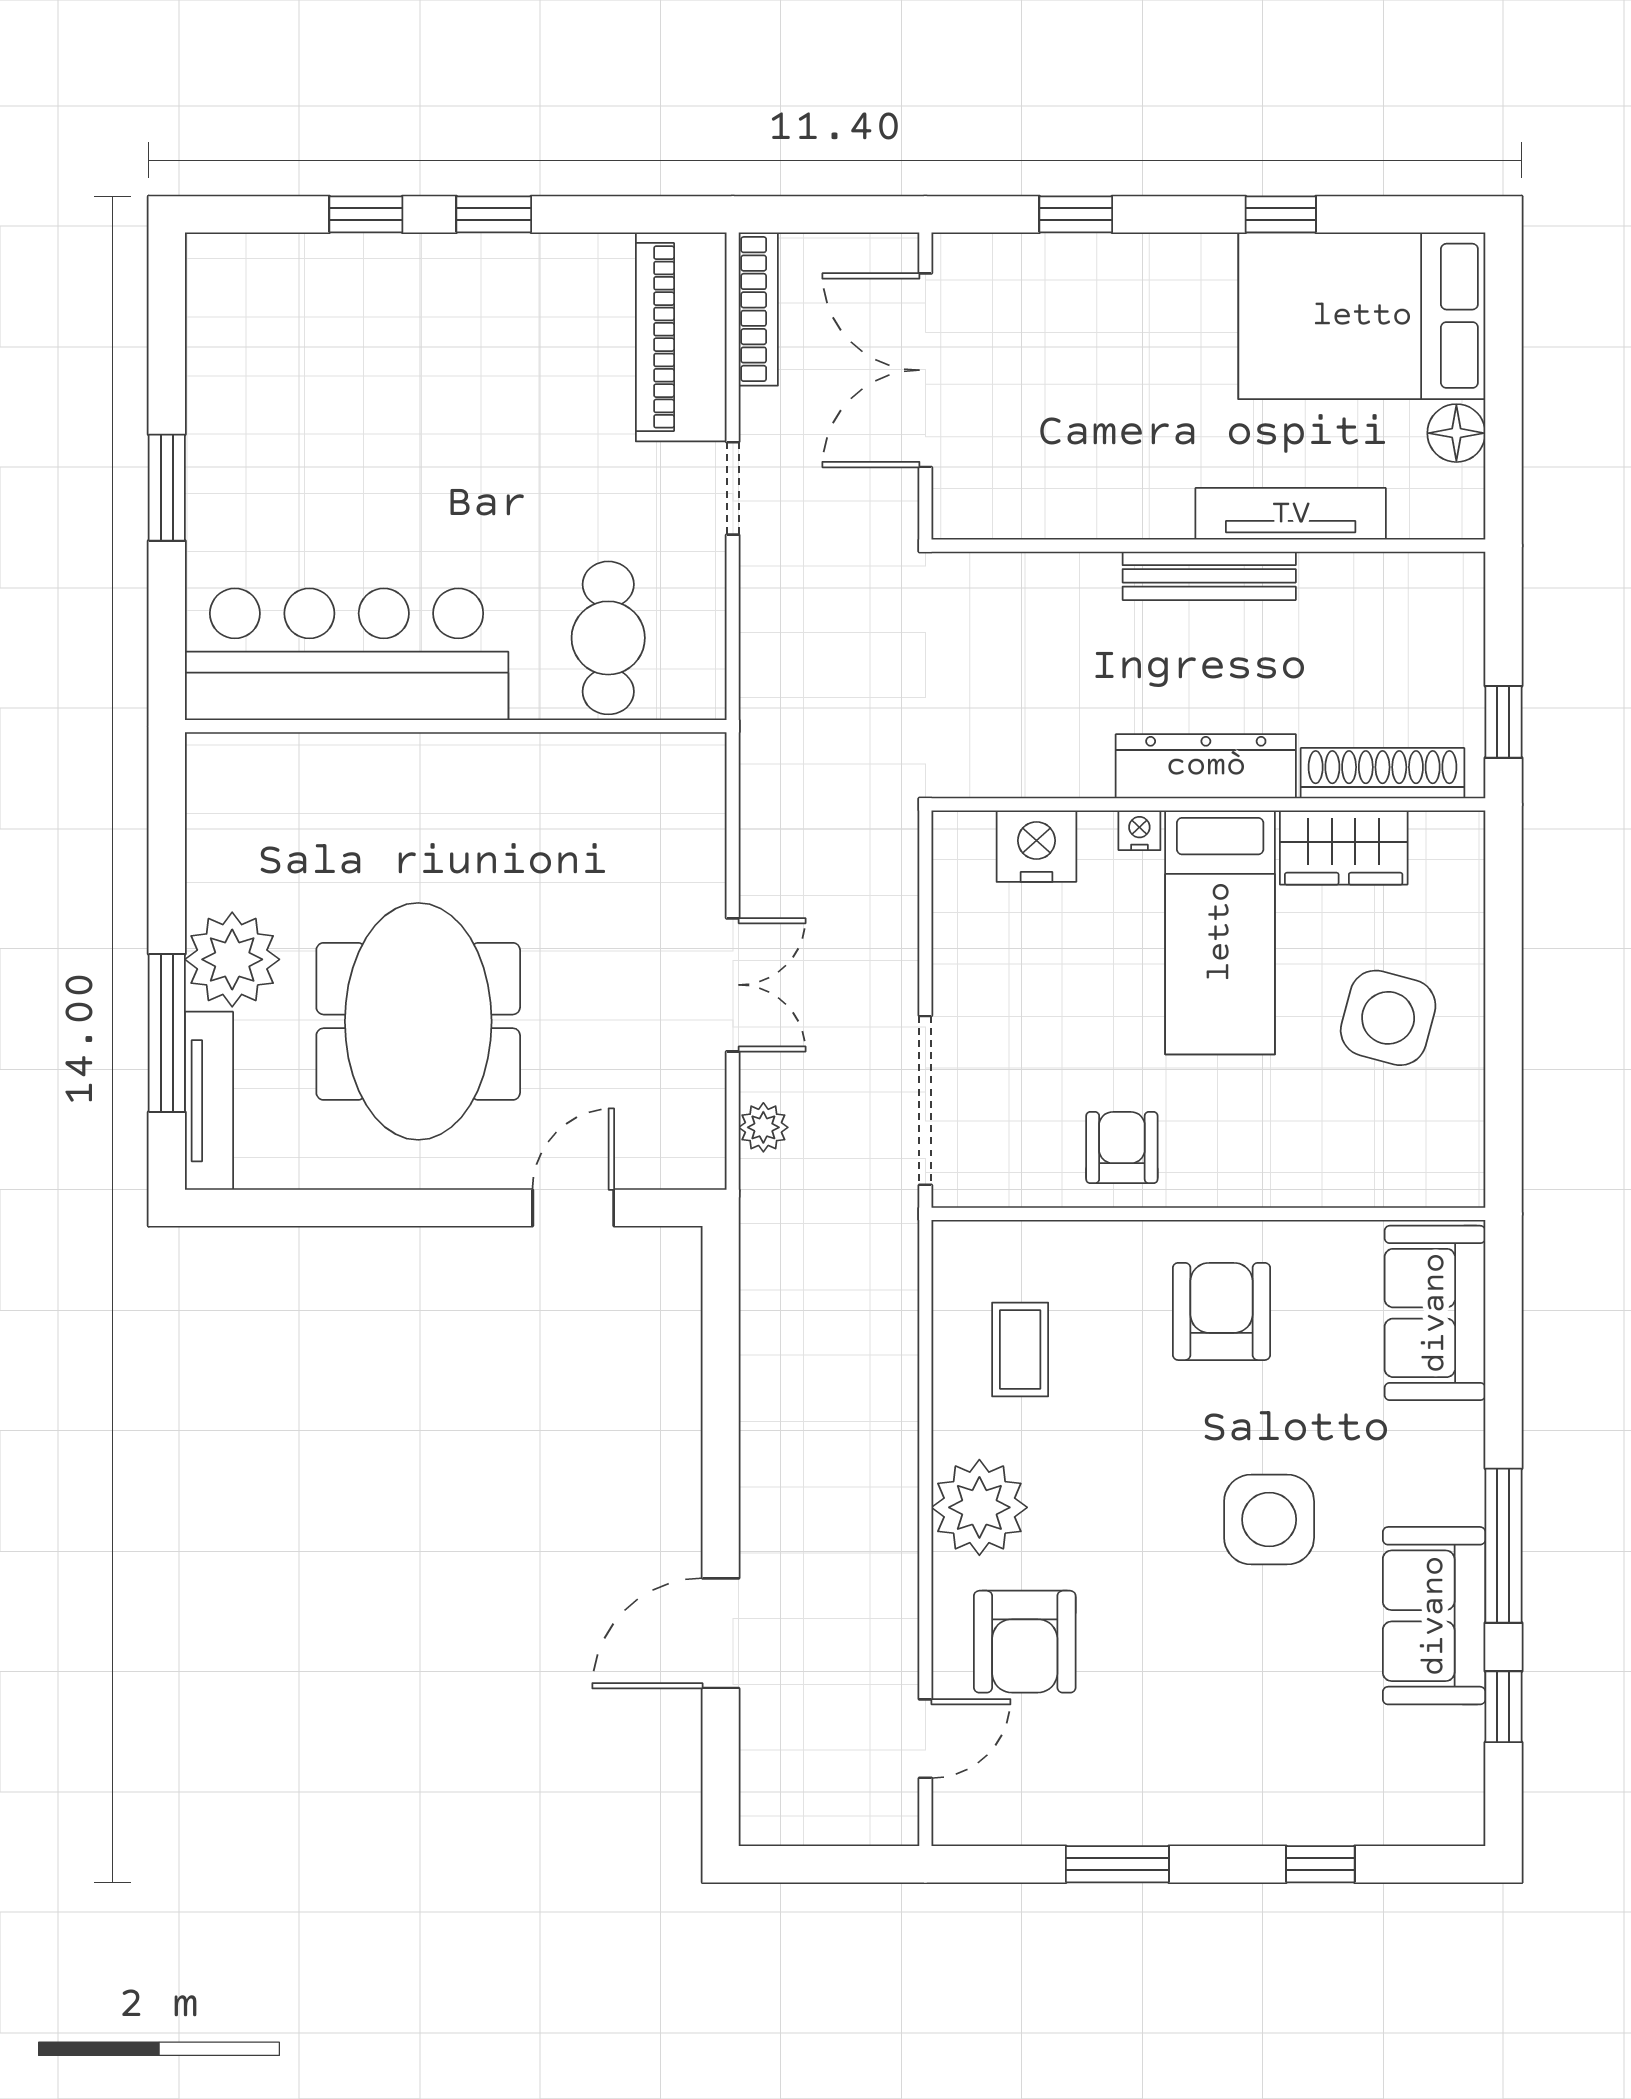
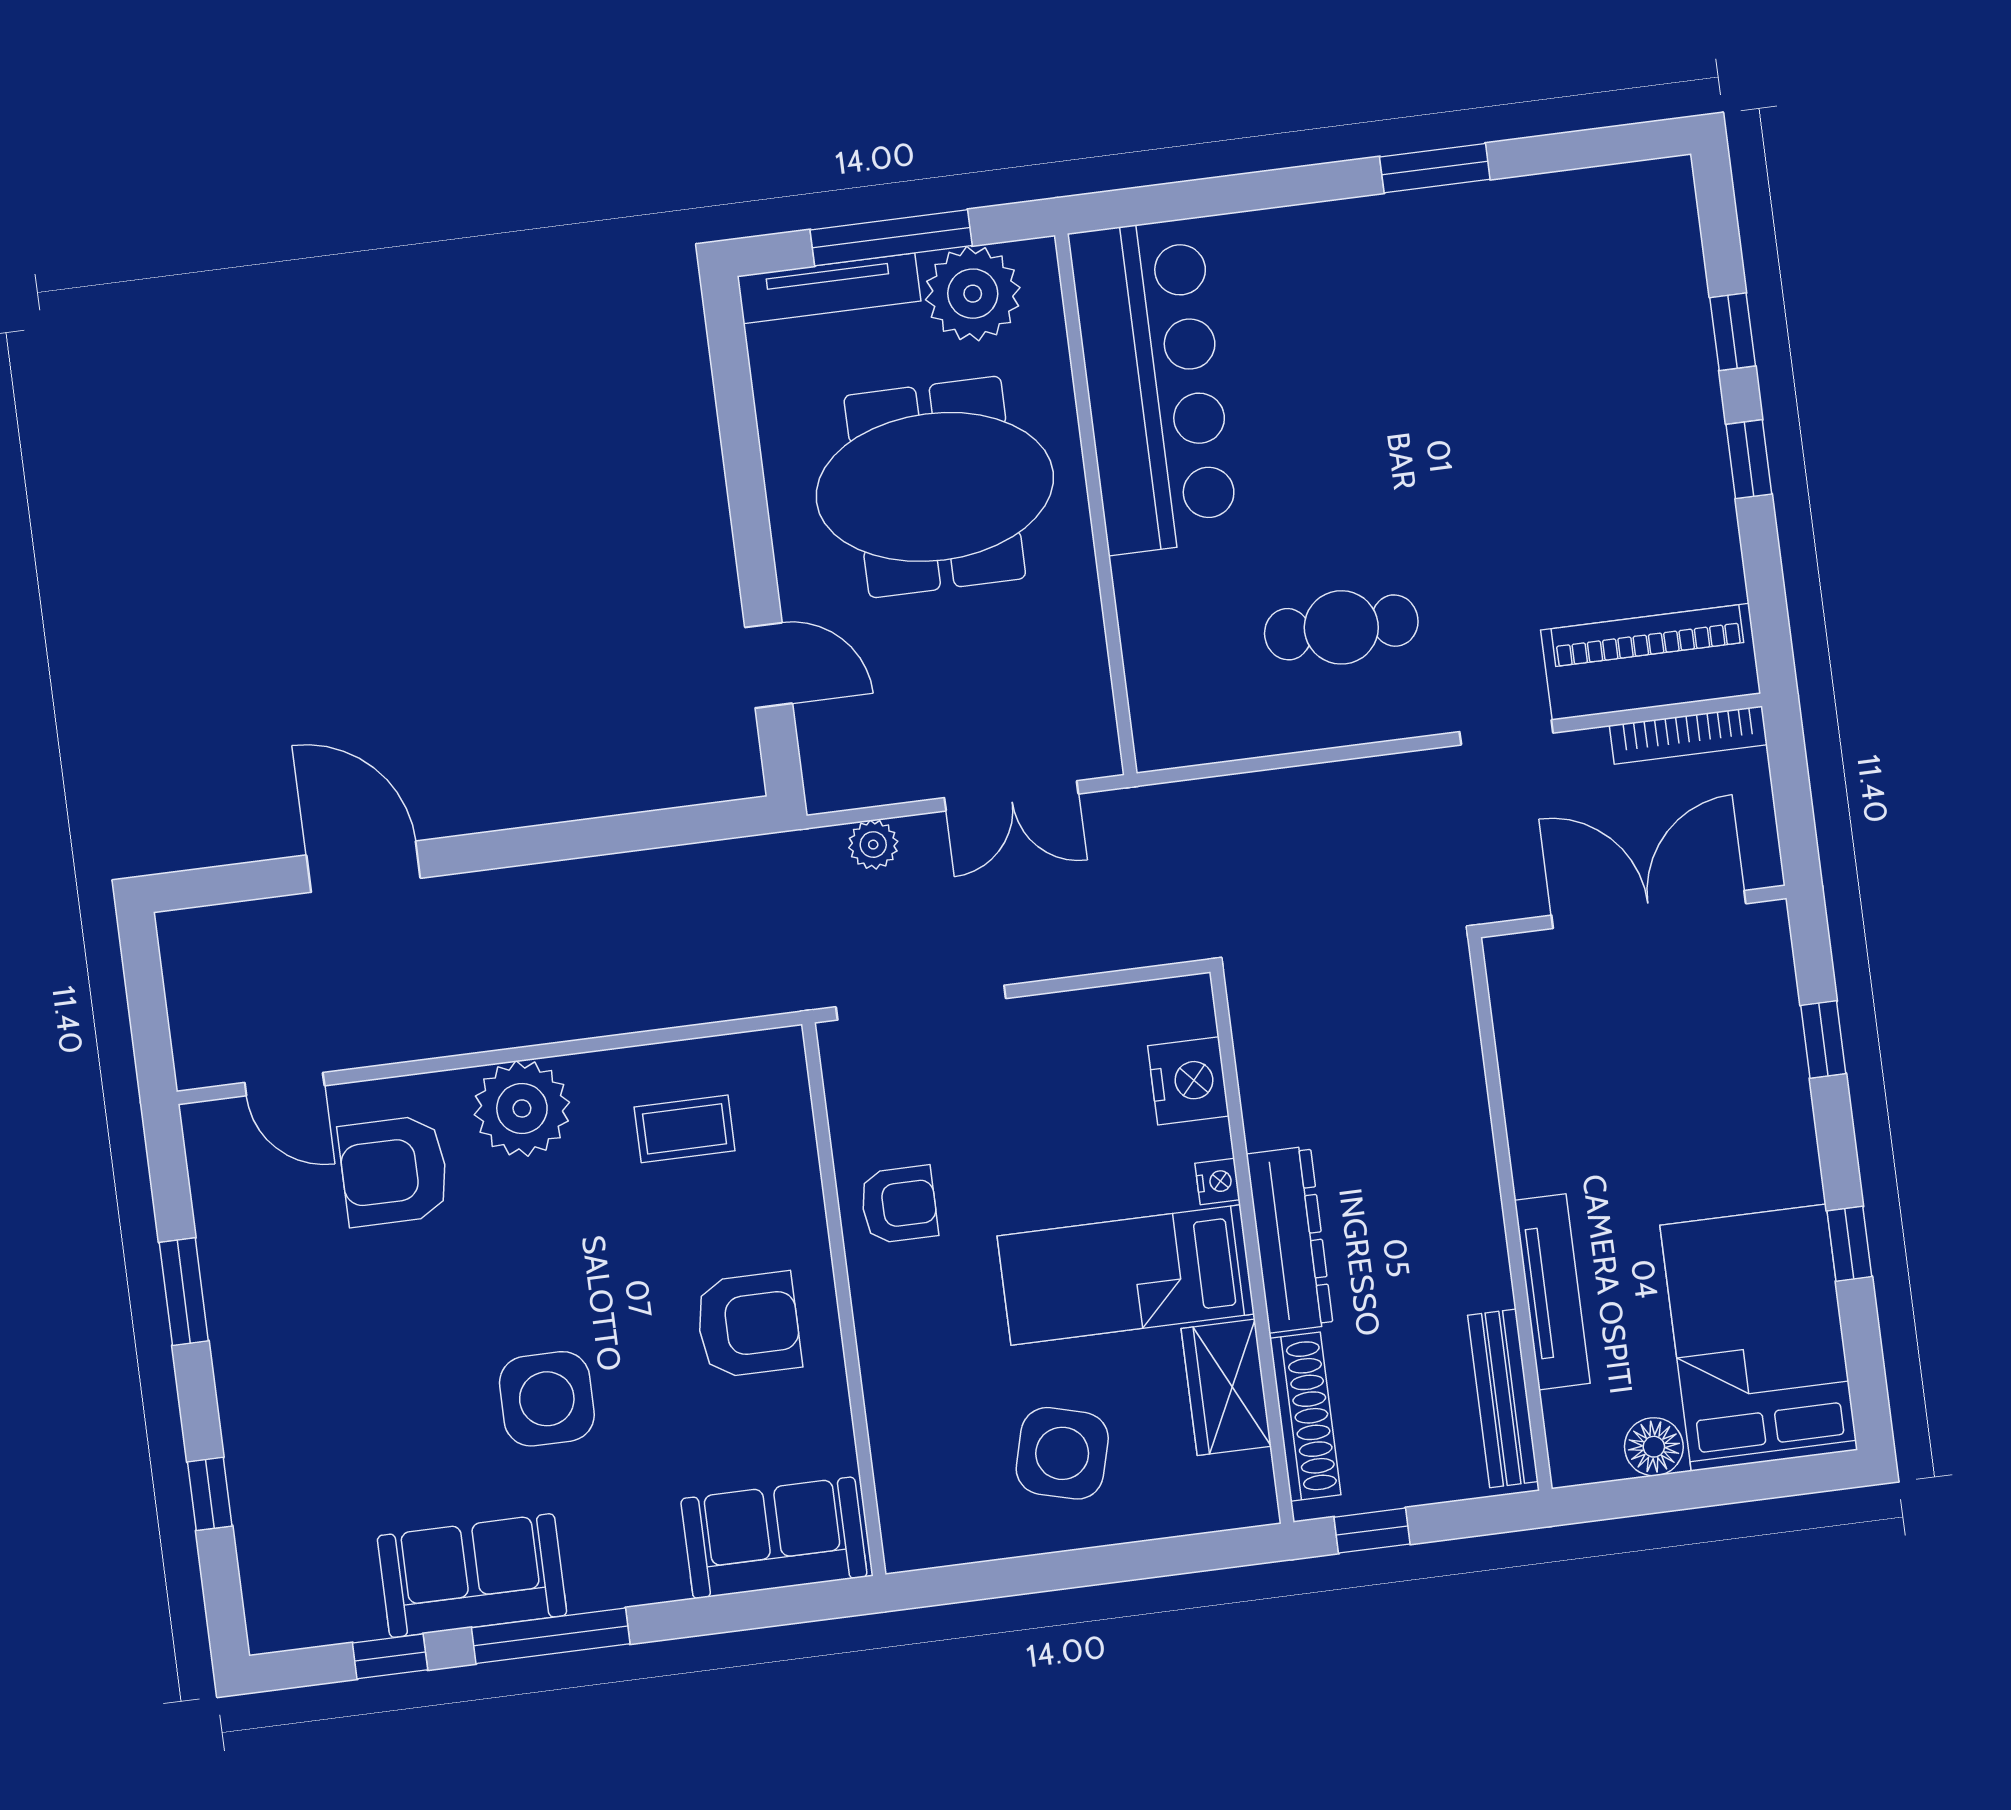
bench: (1209, 576) -> (1503, 1398), moved
bar counter: (347, 654) -> (1154, 386), moved
wall: (456, 726) -> (1096, 504), moved

